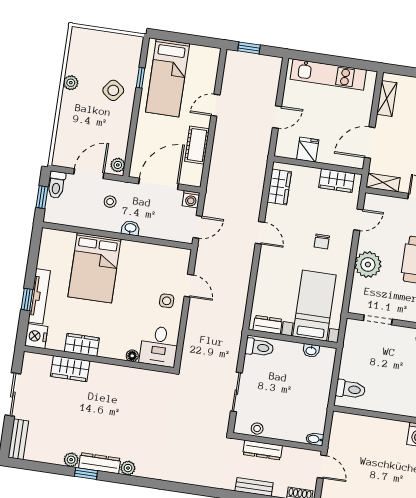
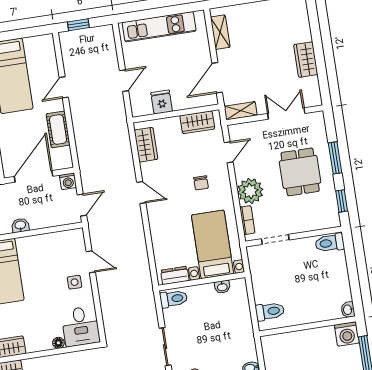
bookcase: (356, 292) -> (247, 220), added

